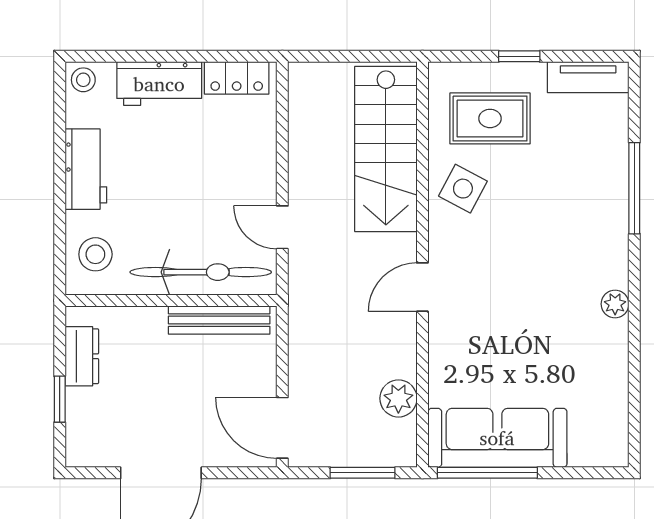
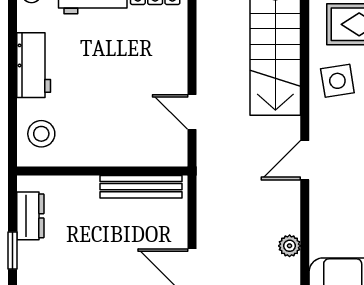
side table: (463, 189) -> (337, 81), turned -37
bicycle: (201, 272) -> (126, 148), removed
plant: (398, 398) -> (290, 246), width x0.73, depth x0.73

